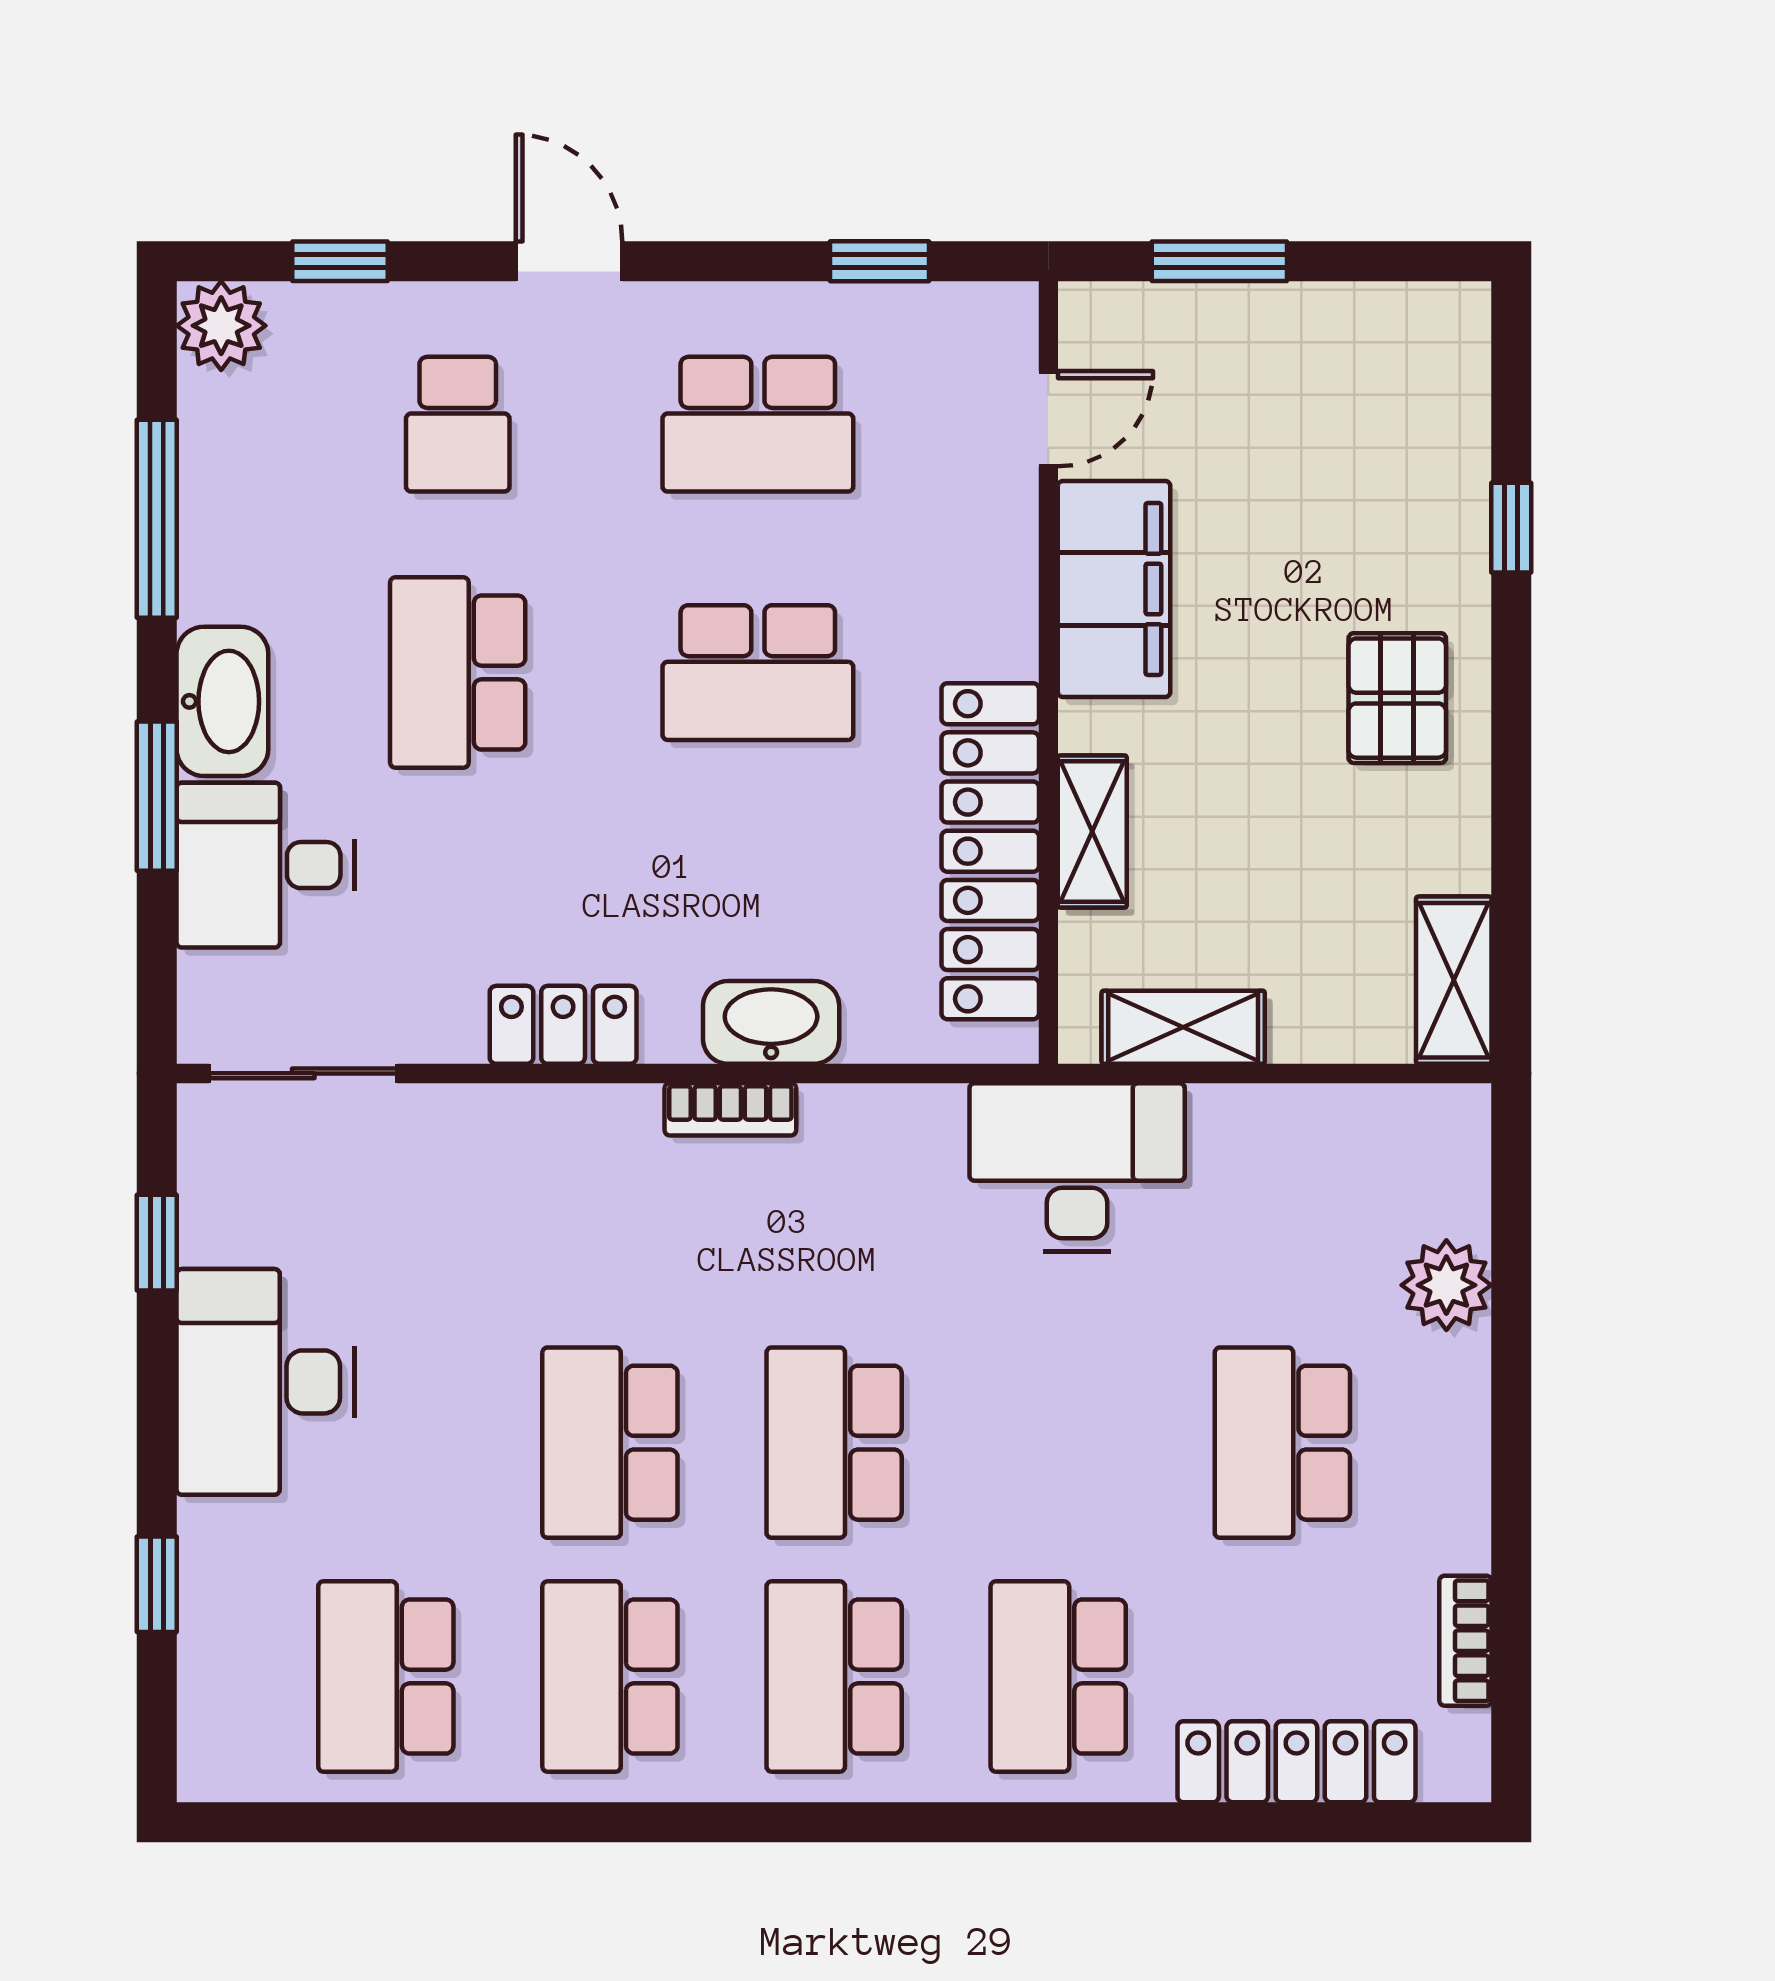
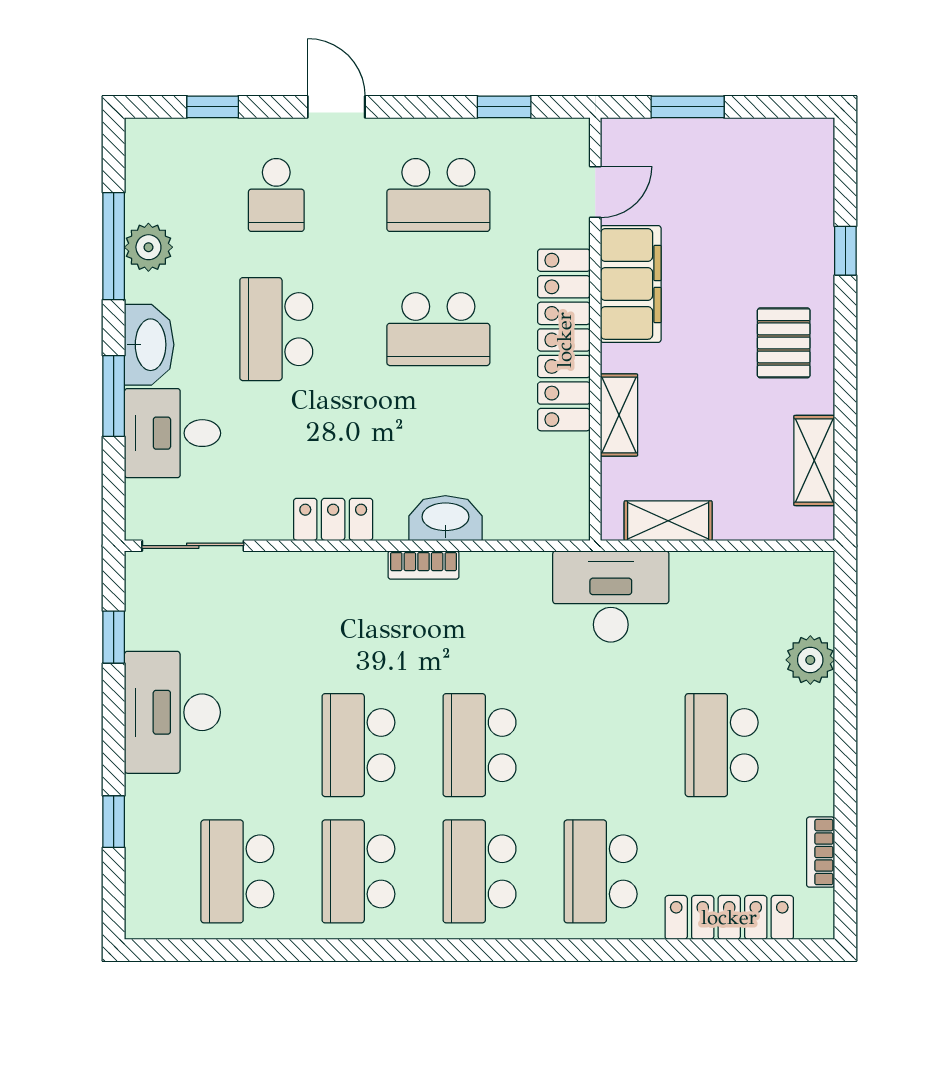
plant: (221, 326) -> (148, 247), moved
locker: (990, 851) -> (564, 340), moved
shelving: (1454, 980) -> (814, 461), moved

